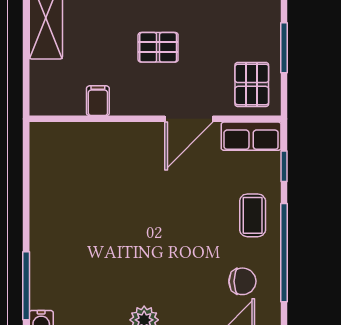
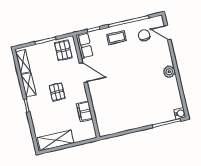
pallet: (252, 84) -> (63, 50), turned 90
filing cabinet: (98, 101) -> (84, 111), width x2.00

